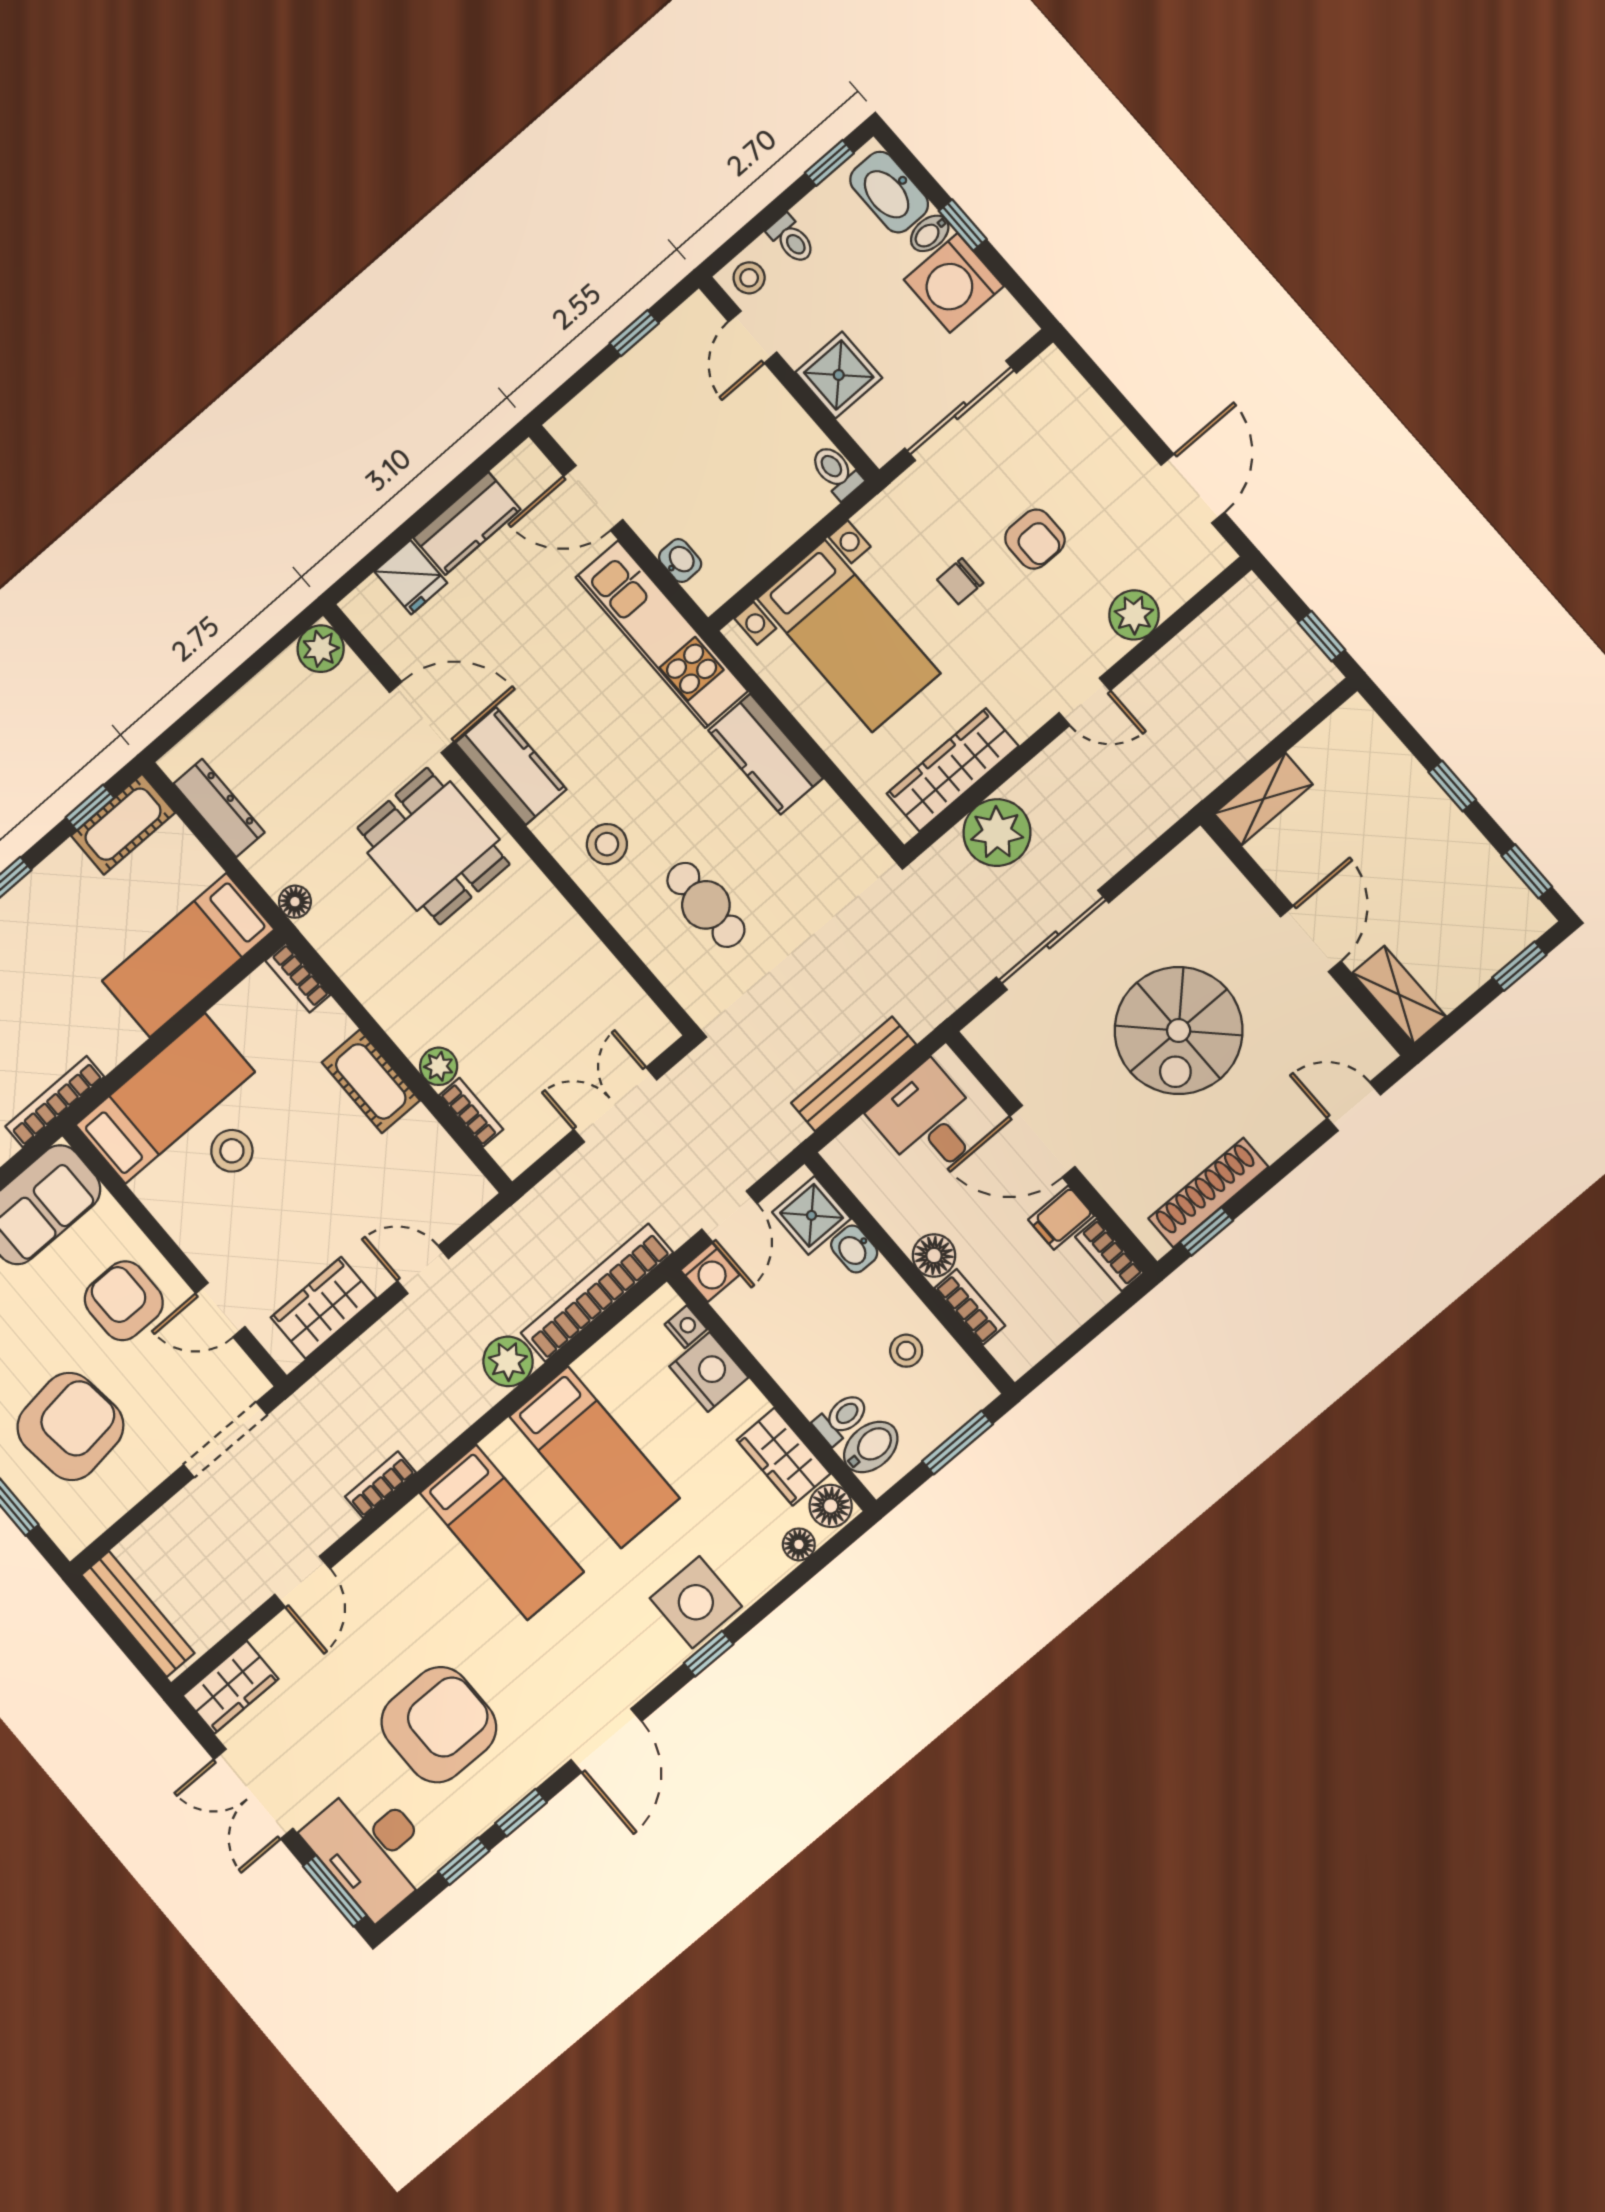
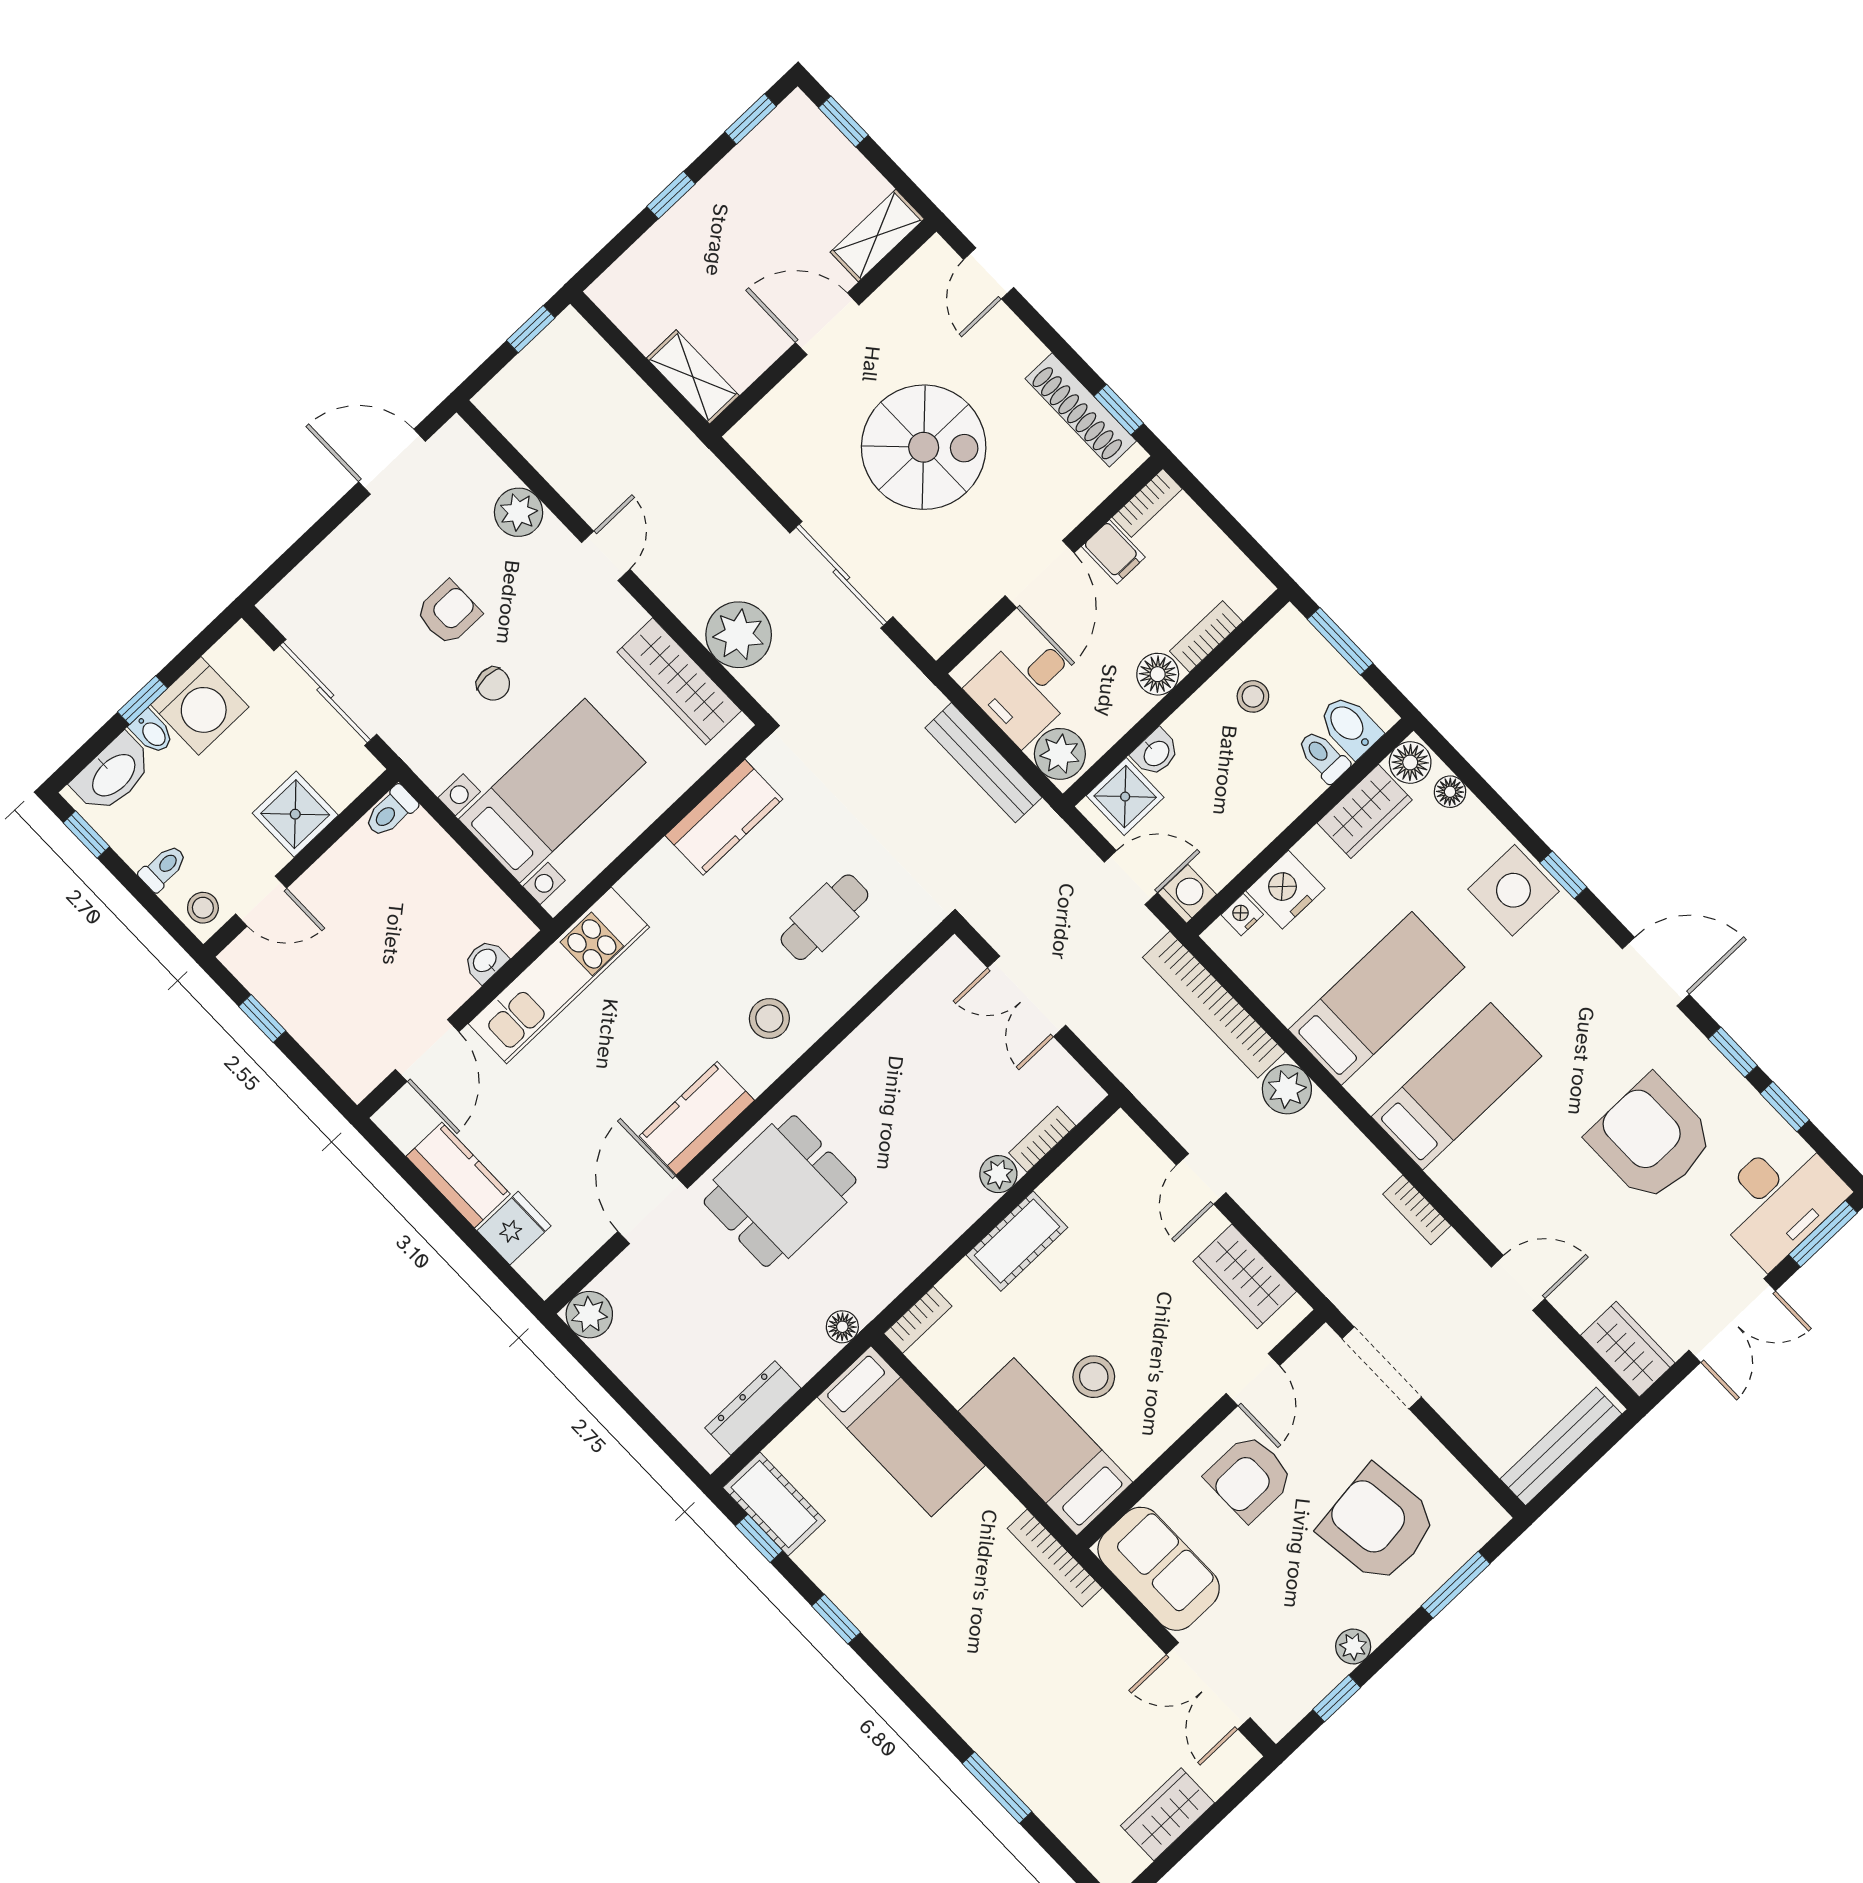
kitchen counter: (766, 754) -> (724, 817), moved
plant: (858, 1152) -> (1060, 754), added

